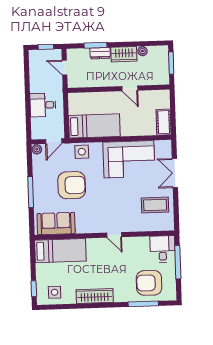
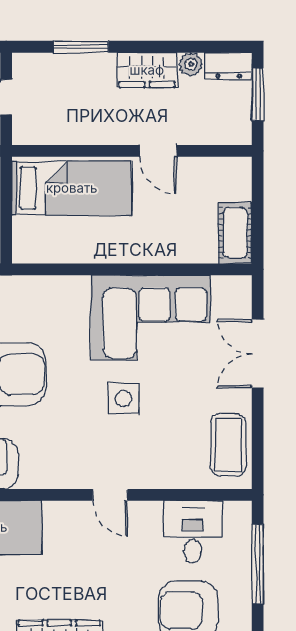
dresser: (100, 53) -> (228, 66), moved
bed: (94, 126) -> (72, 188), moved
side table: (82, 152) -> (123, 399), moved
coffee table: (155, 205) -> (228, 445), moved, turned 90
desk: (163, 249) -> (193, 532), moved

